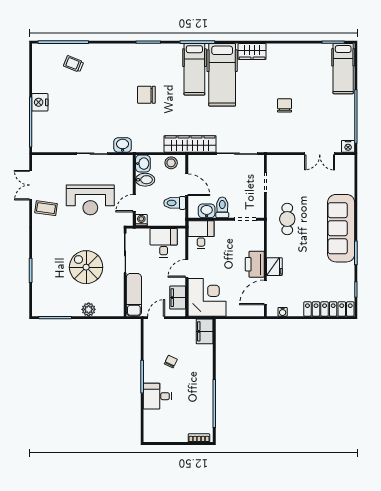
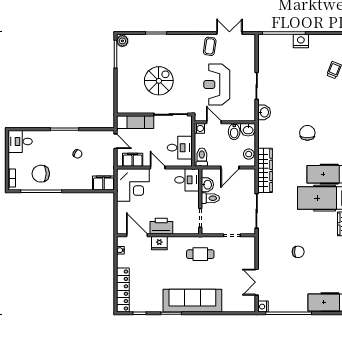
toilet: (175, 203) -> (202, 157), moved
plant: (89, 309) -> (122, 41), moved
desk: (157, 396) -> (20, 141), moved, turned -90
chair: (194, 404) -> (41, 174), added

